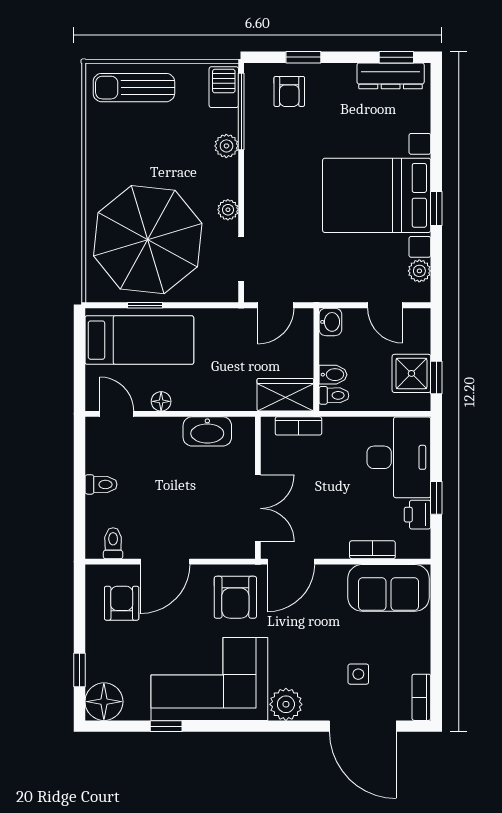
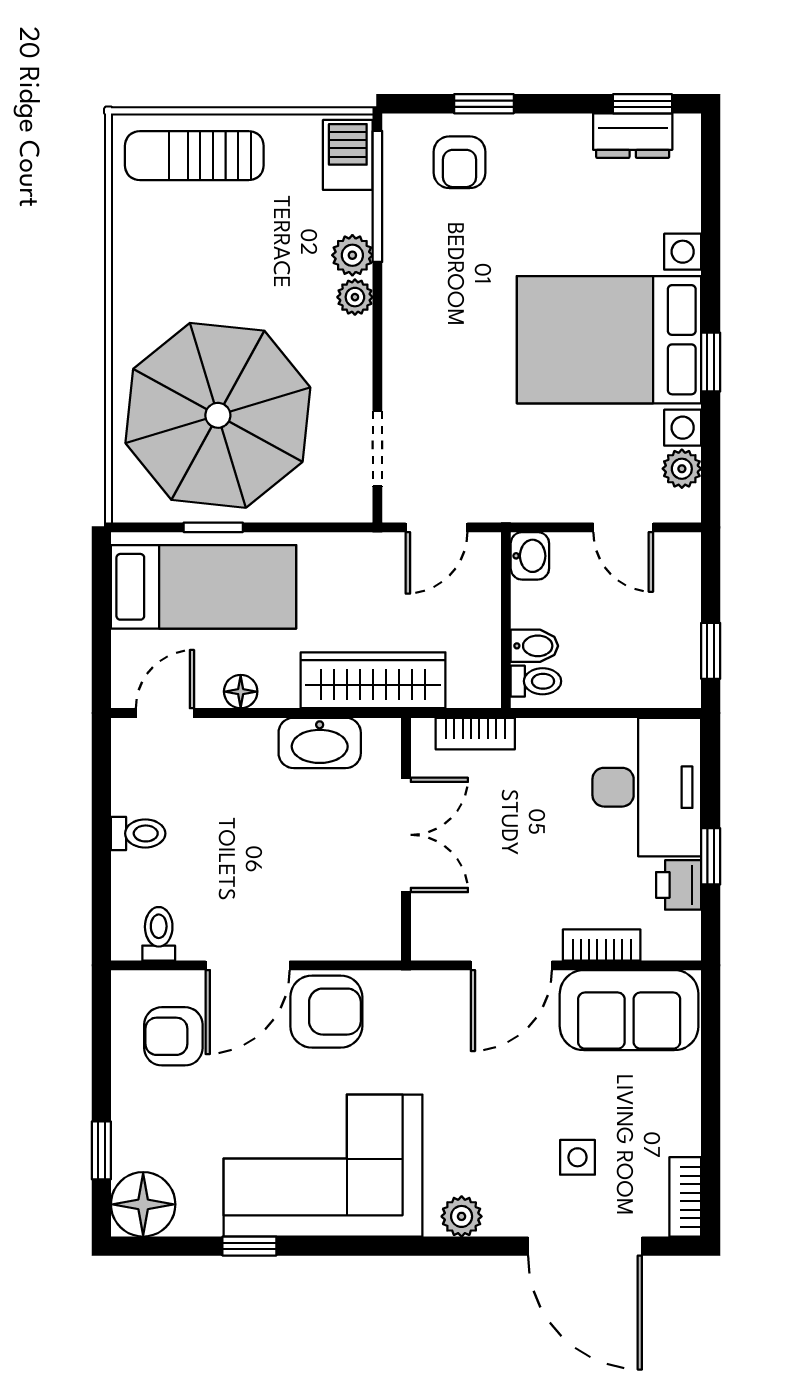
dresser: (391, 76) -> (633, 136), width x0.70
plant: (228, 210) -> (355, 297), moved
shower: (411, 373) -> (668, 644), removed
wardrobe: (285, 395) -> (373, 680), moved, width x1.50
door: (117, 414) -> (165, 713), hinge flipped
double door: (258, 508) -> (406, 835), moved
door: (291, 562) -> (511, 965), moved
armchair: (235, 597) -> (326, 1012), moved, turned -90
armchair: (122, 603) -> (173, 1036), turned -90
plant: (286, 704) -> (462, 1216), width x0.73, depth x0.73

